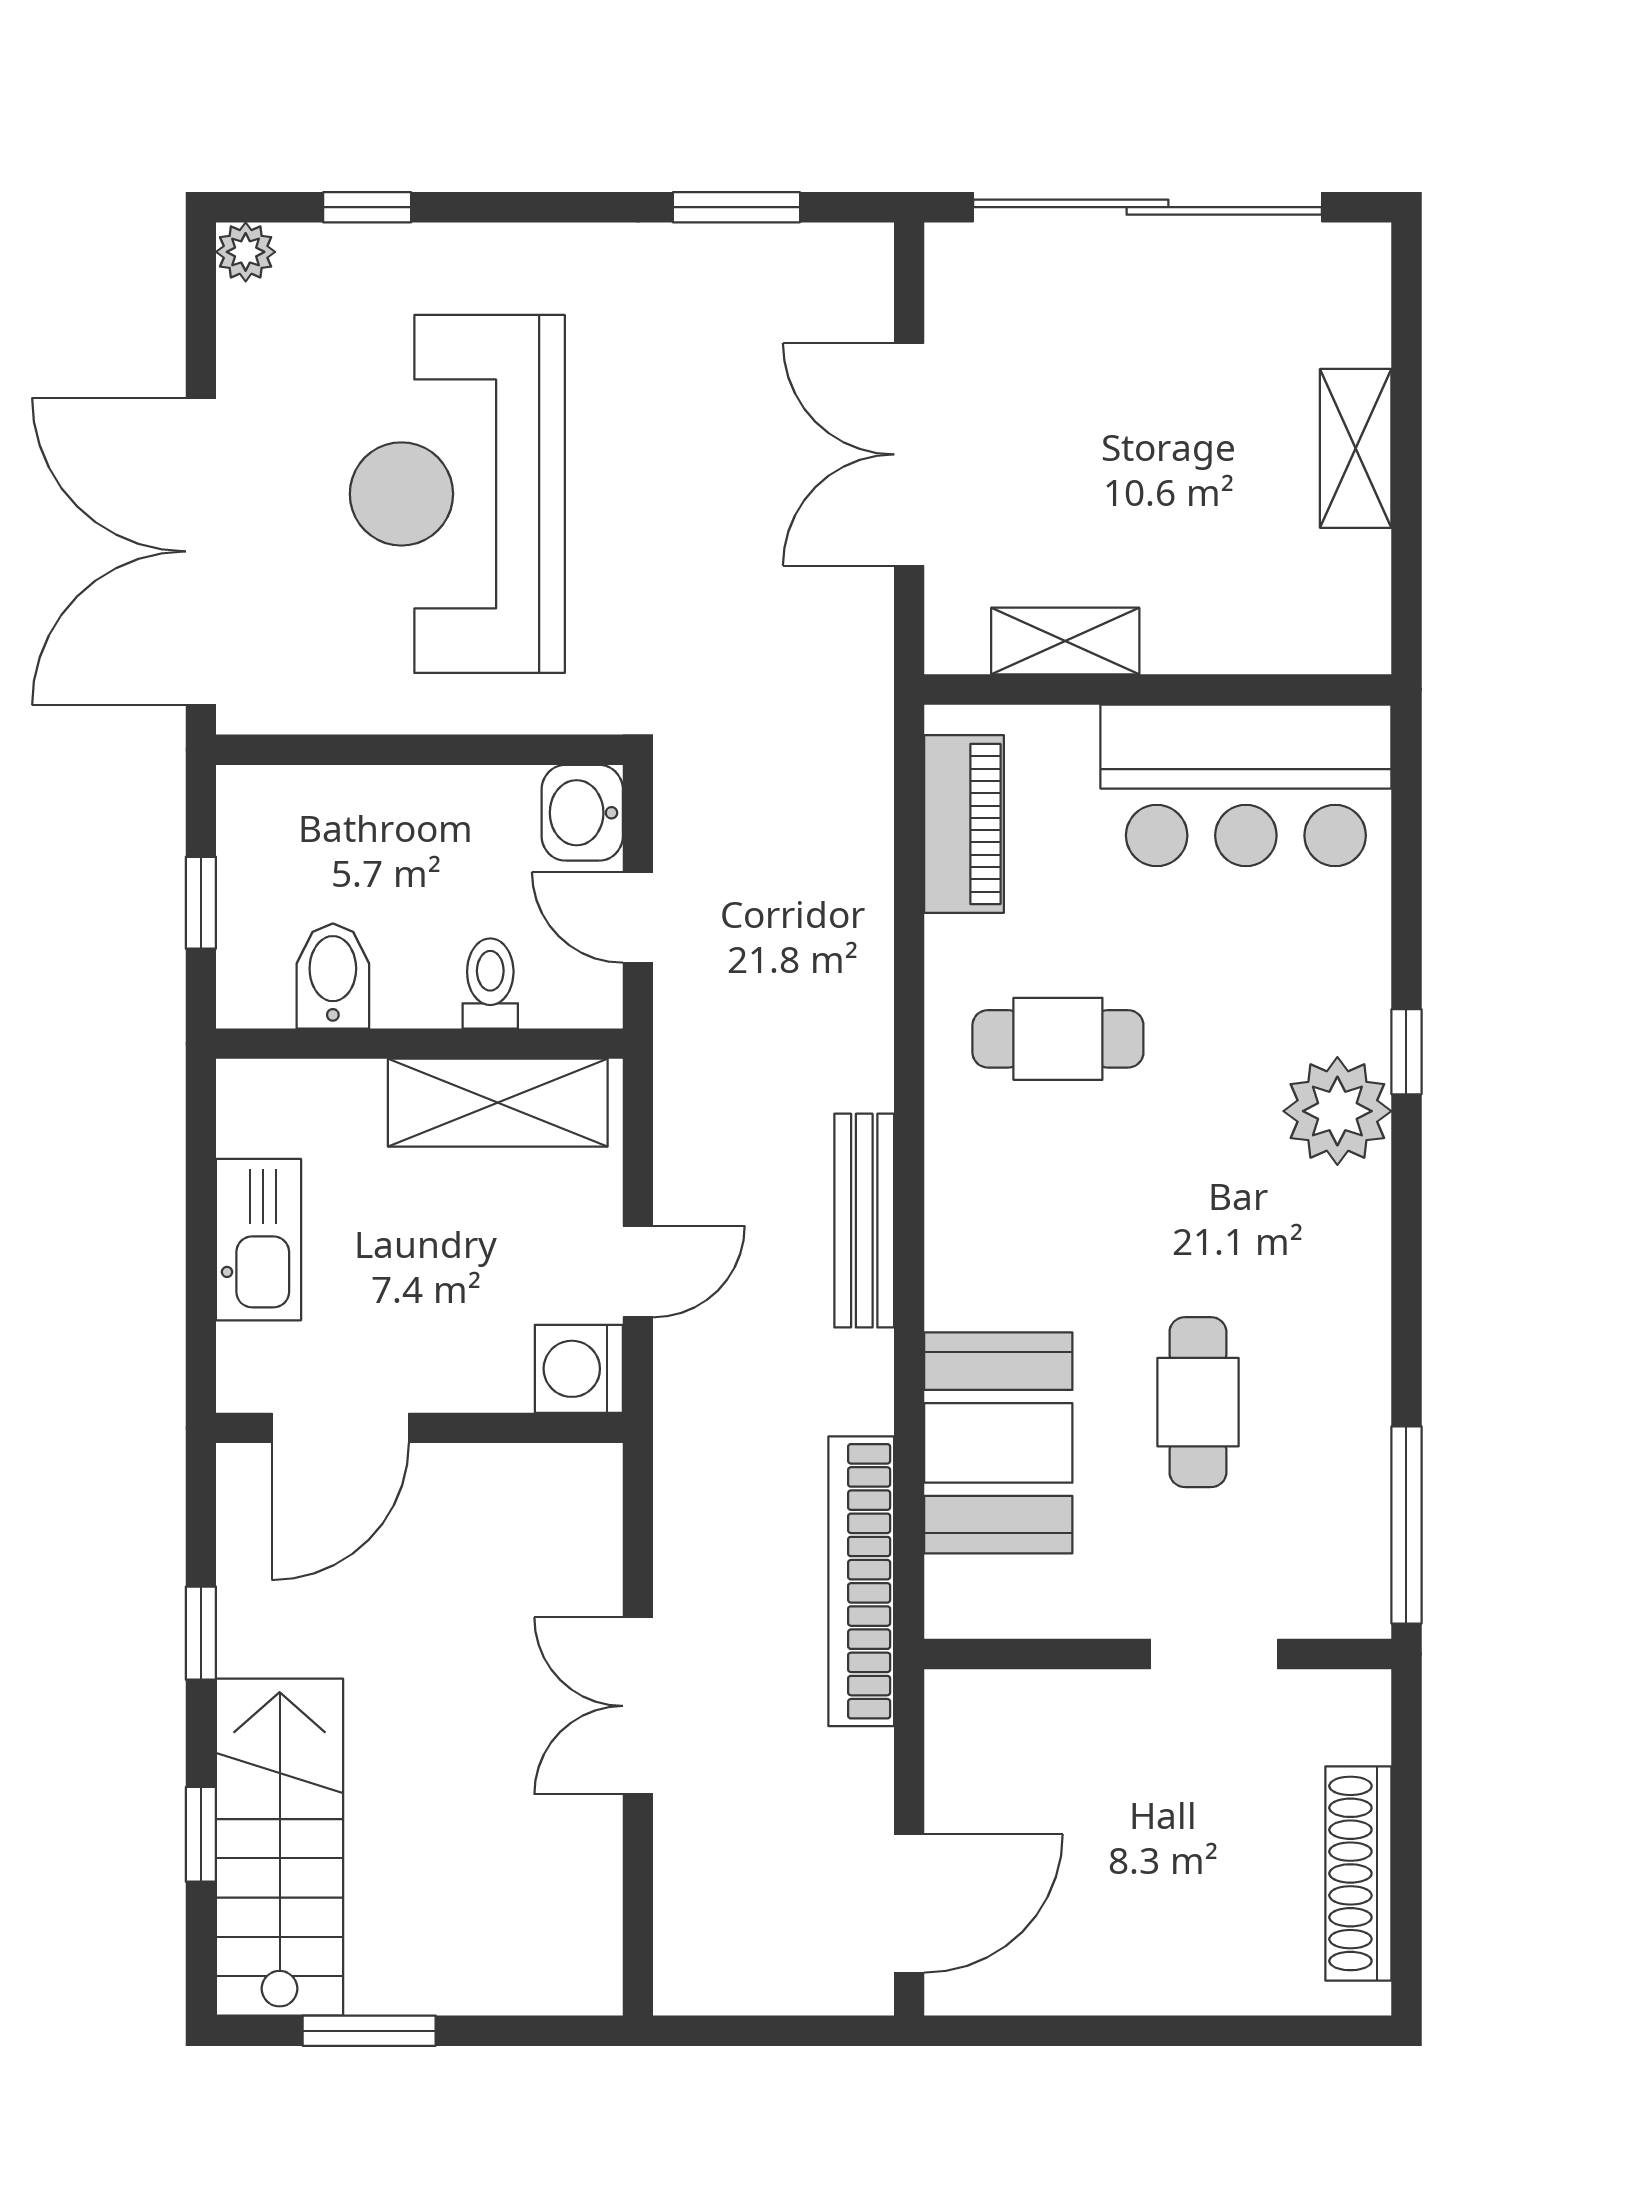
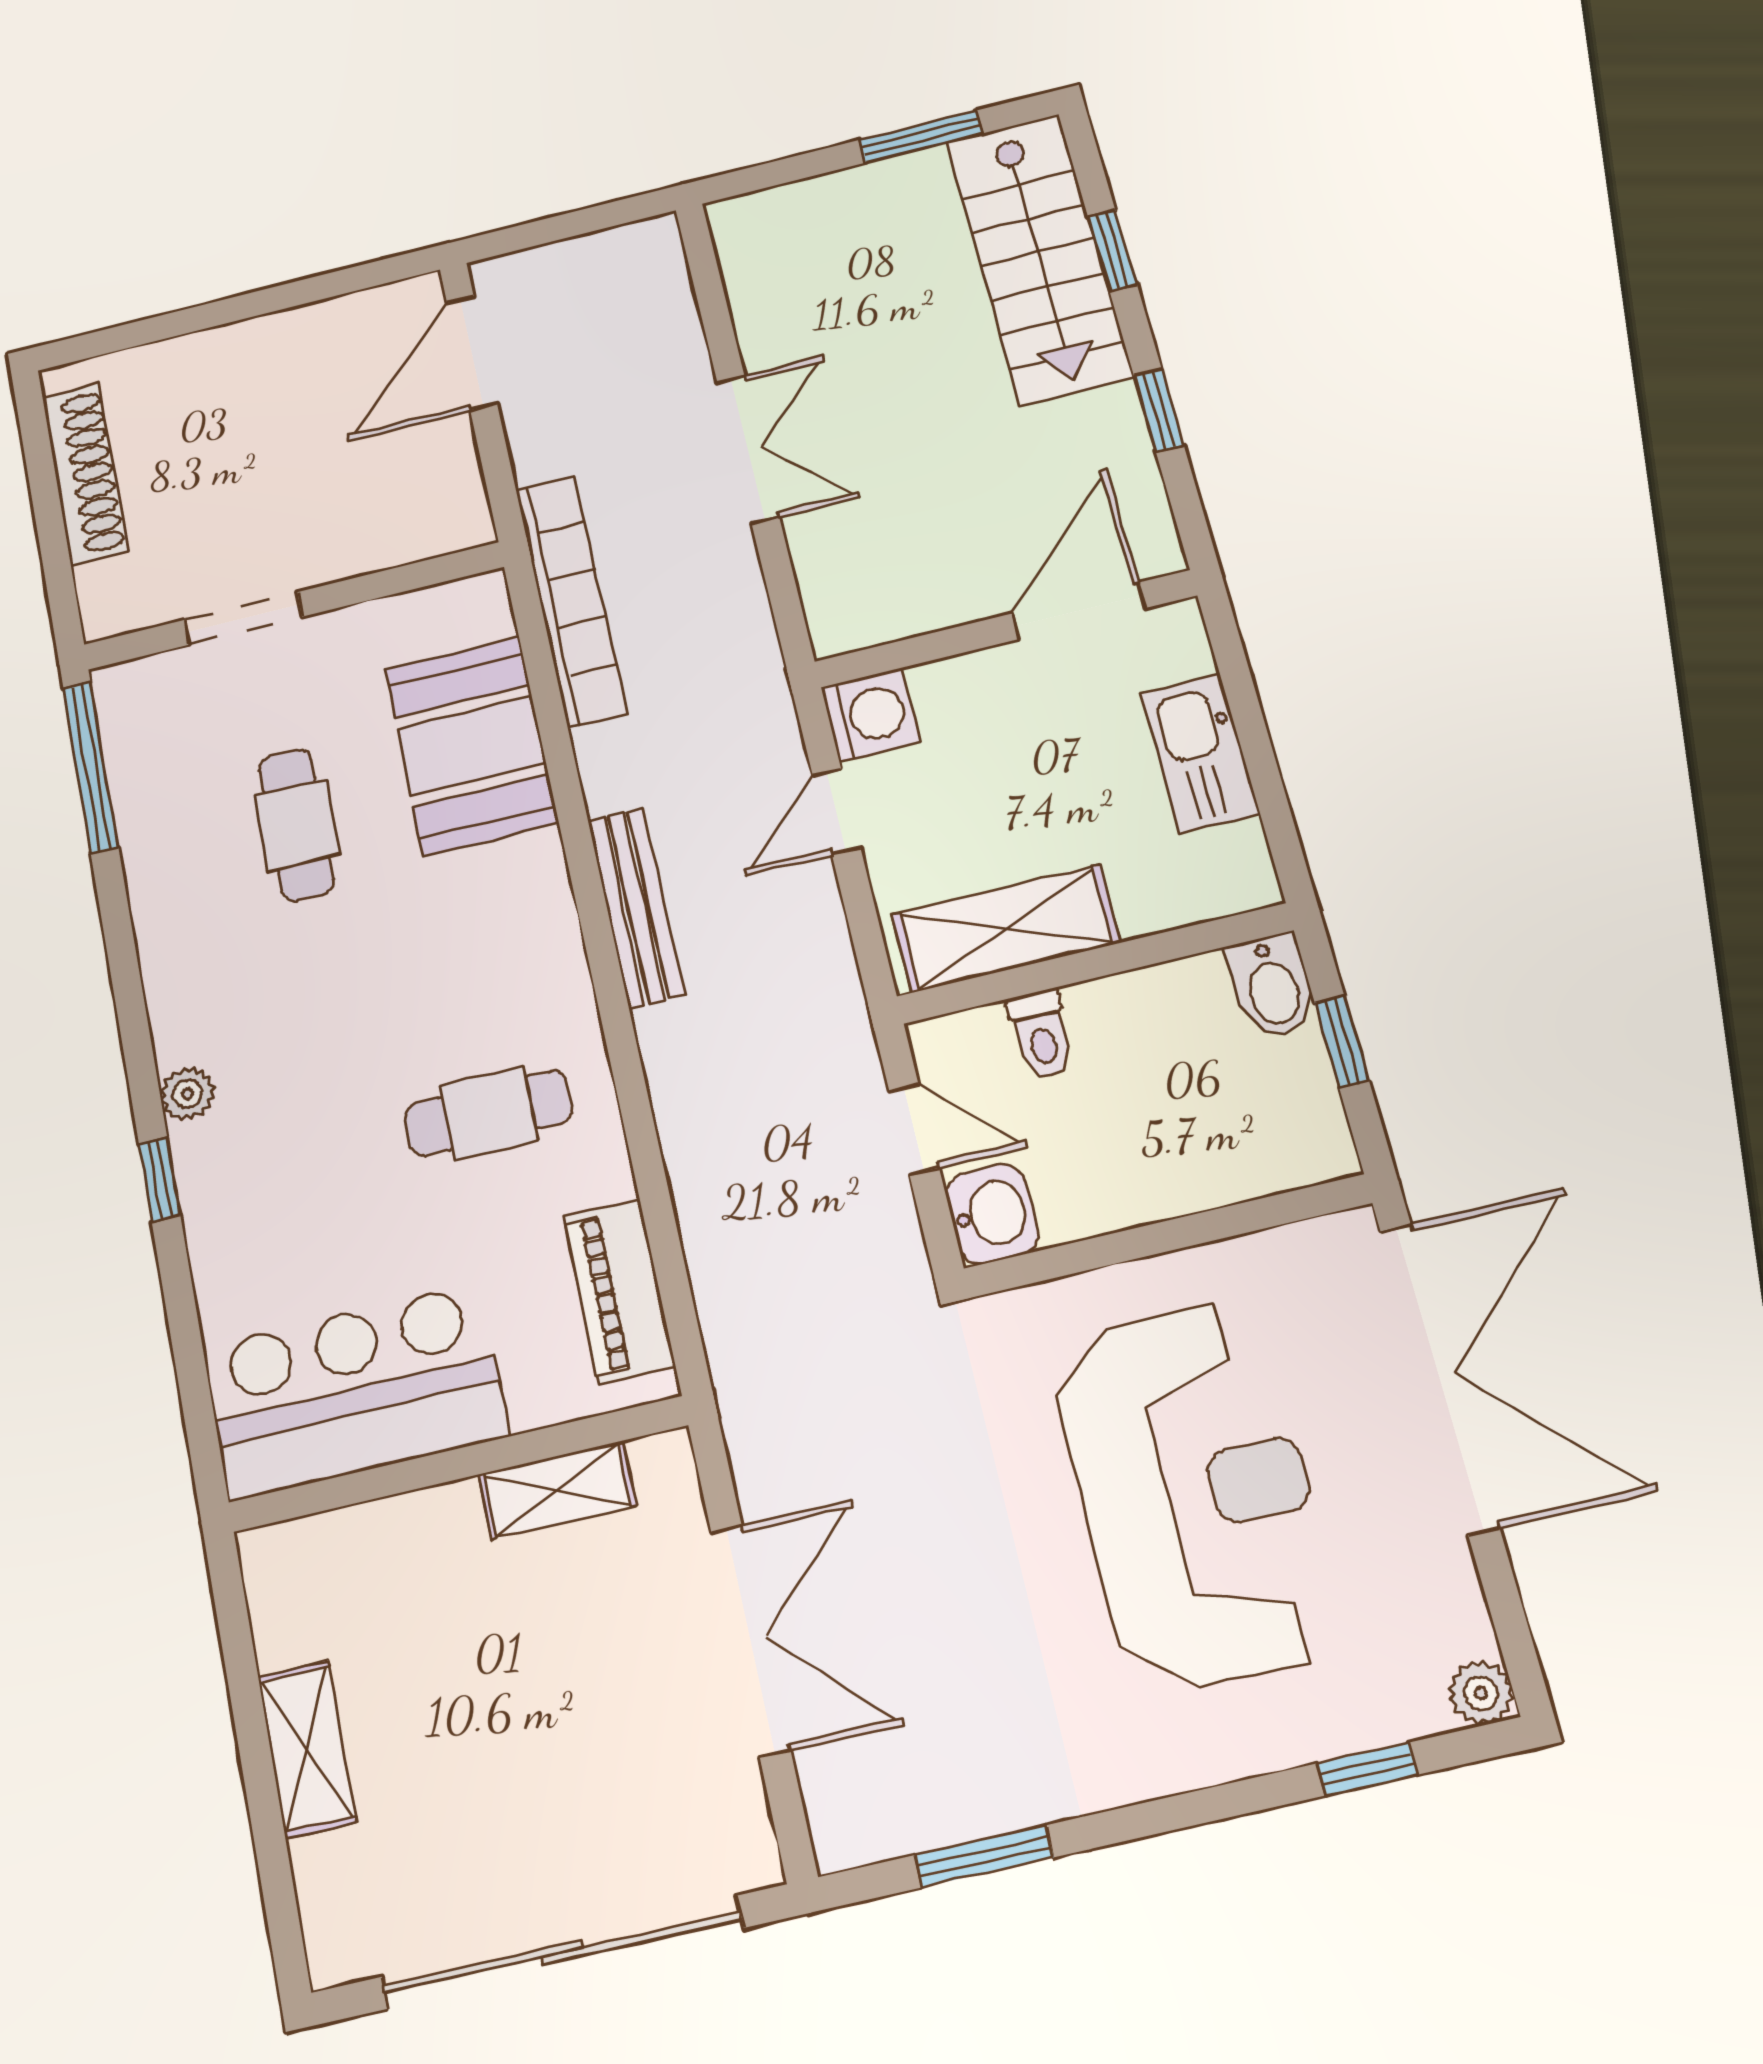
bidet: (333, 976) -> (1272, 986), moved
plant: (1337, 1111) -> (187, 1094), width x0.53, depth x0.53

